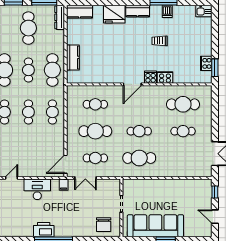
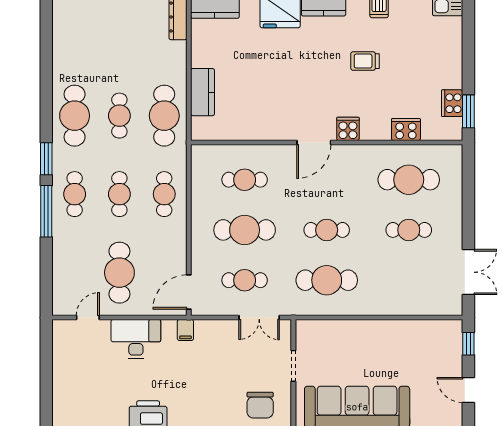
cafe table: (28, 28) -> (119, 273), moved
cooker: (165, 77) -> (406, 130), moved
double door: (85, 178) -> (259, 317), moved

